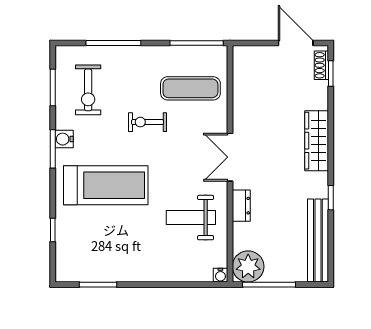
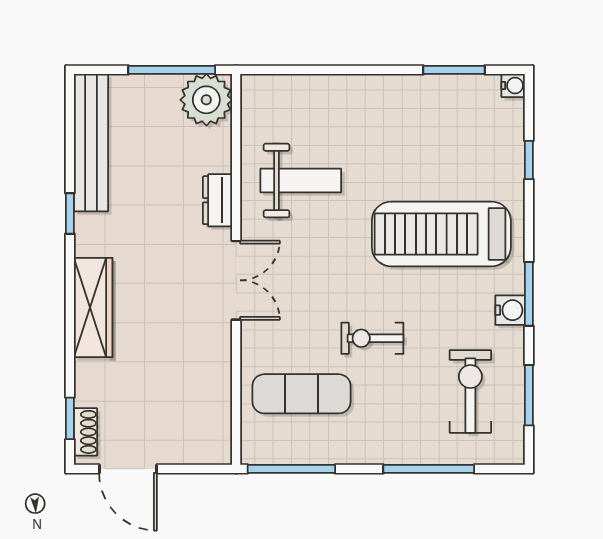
exercise bike: (147, 122) -> (372, 338), turned 180
water cooler: (220, 275) -> (513, 85), moved, turned 90

